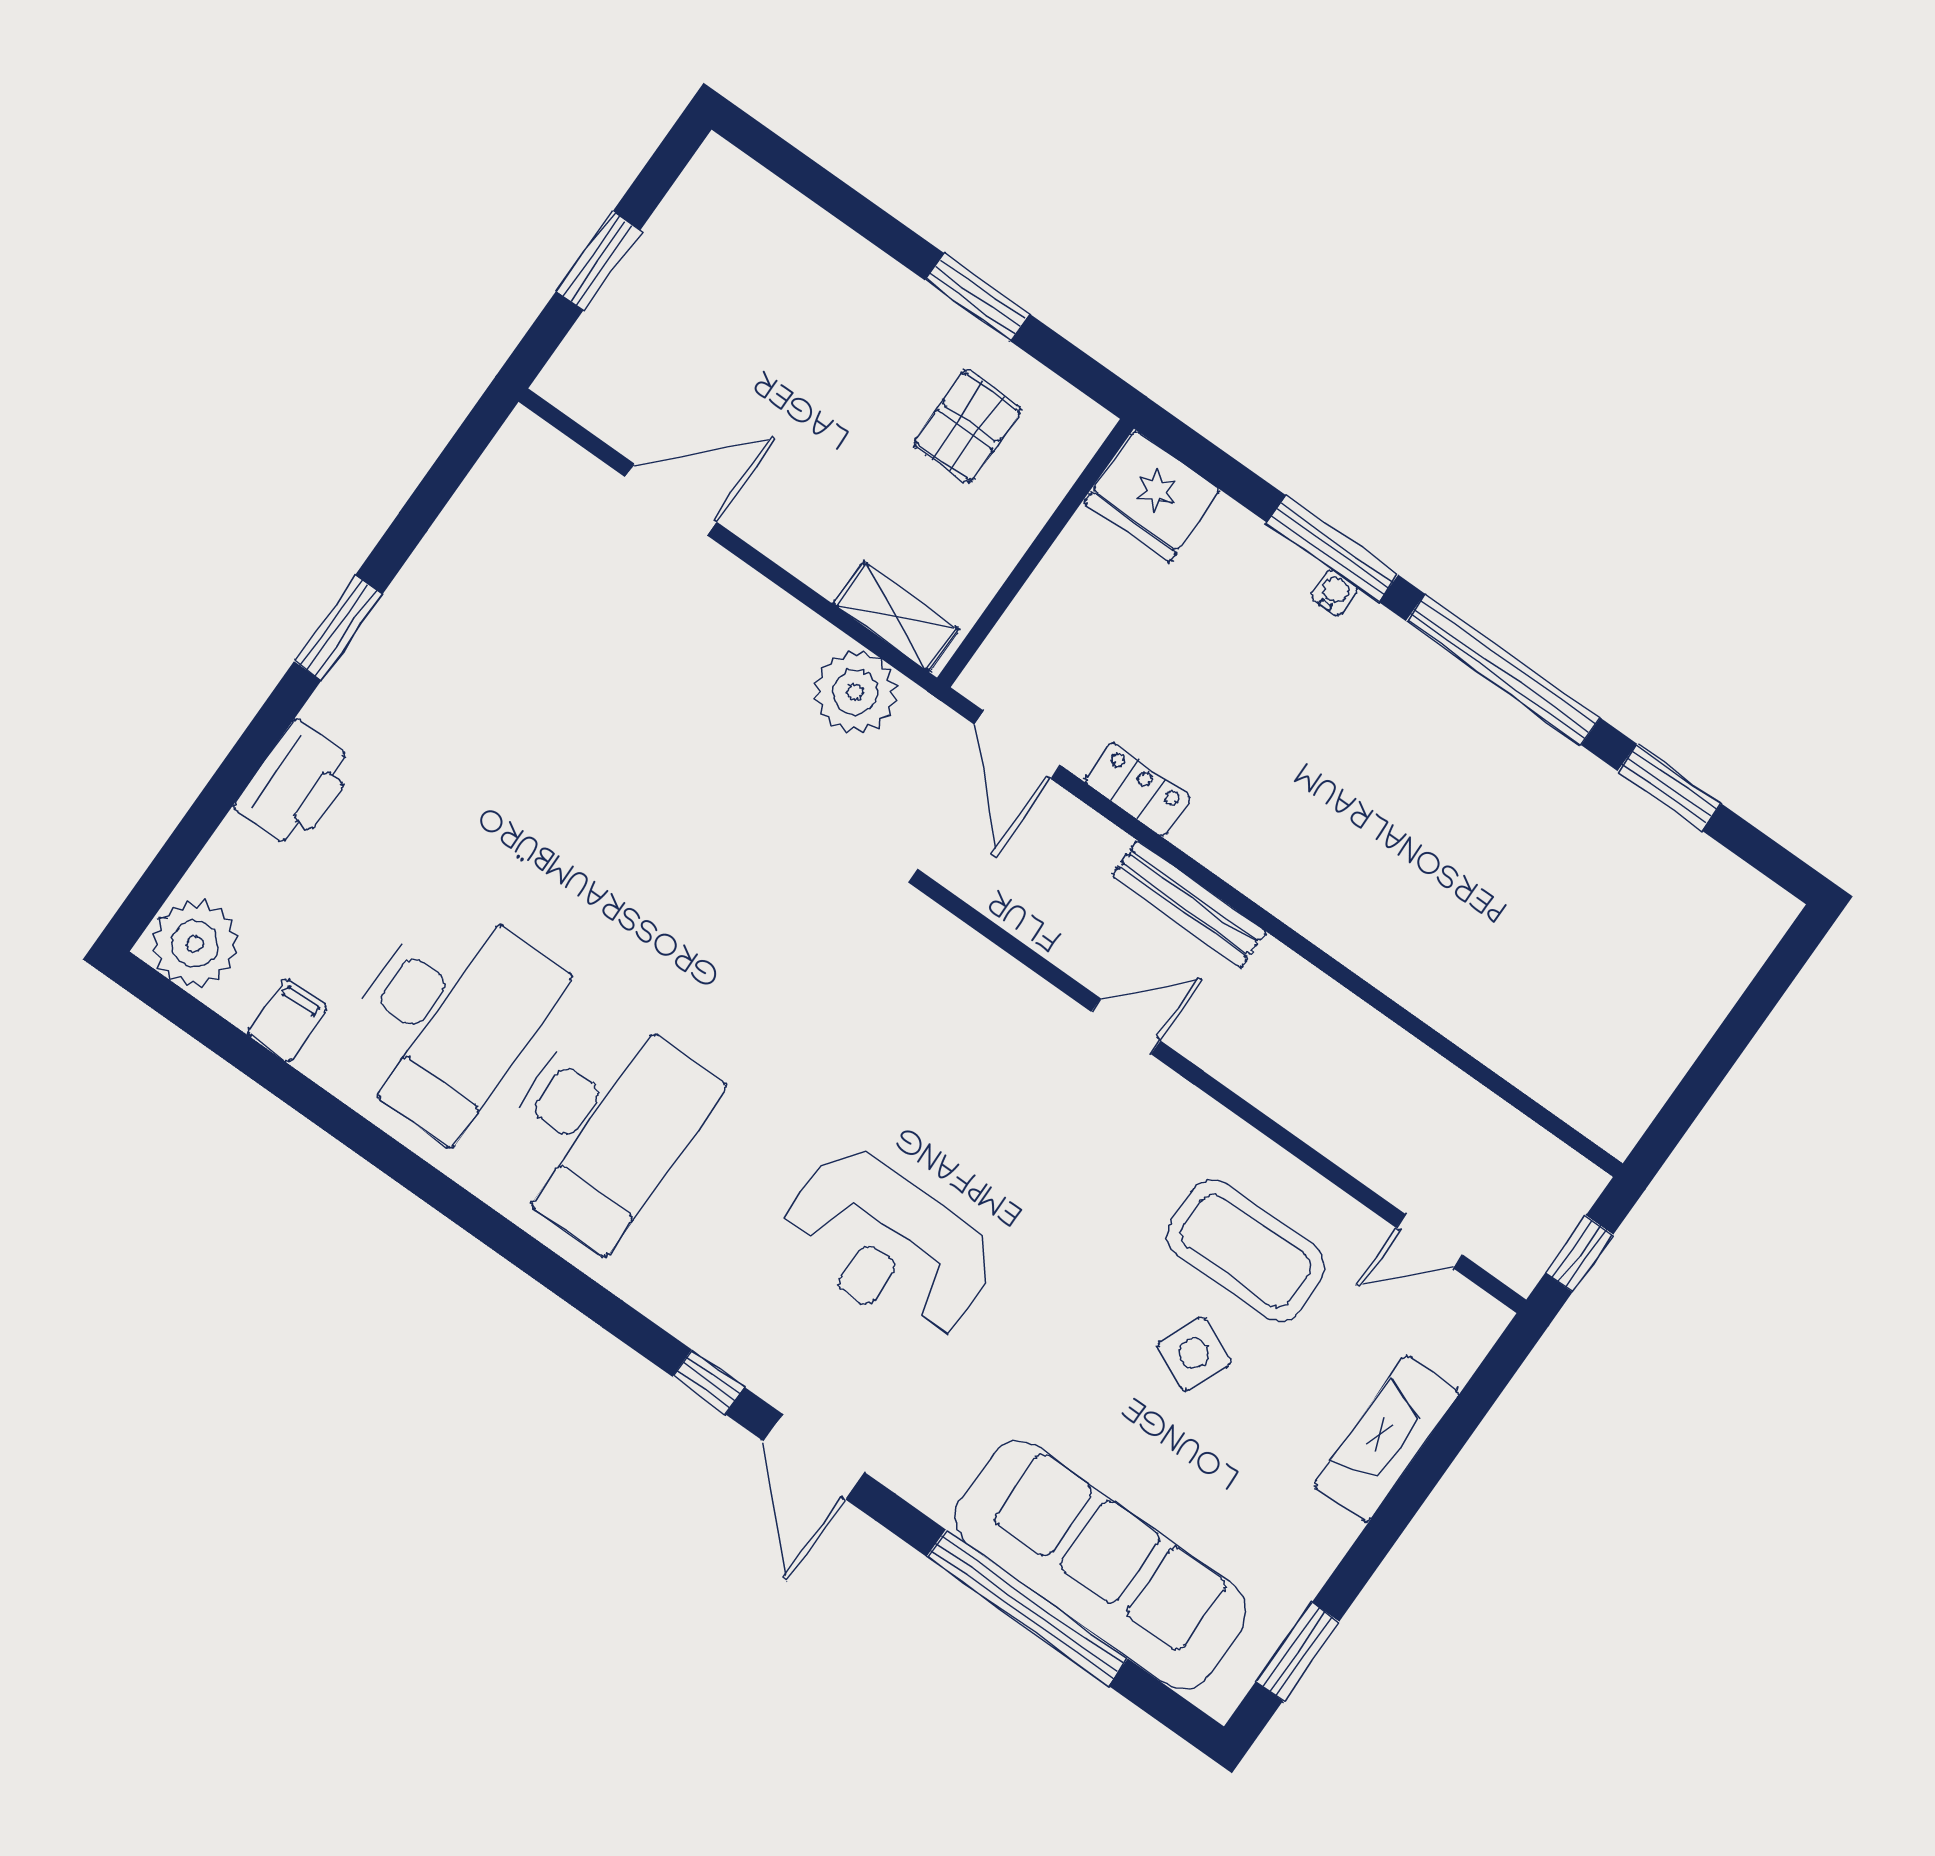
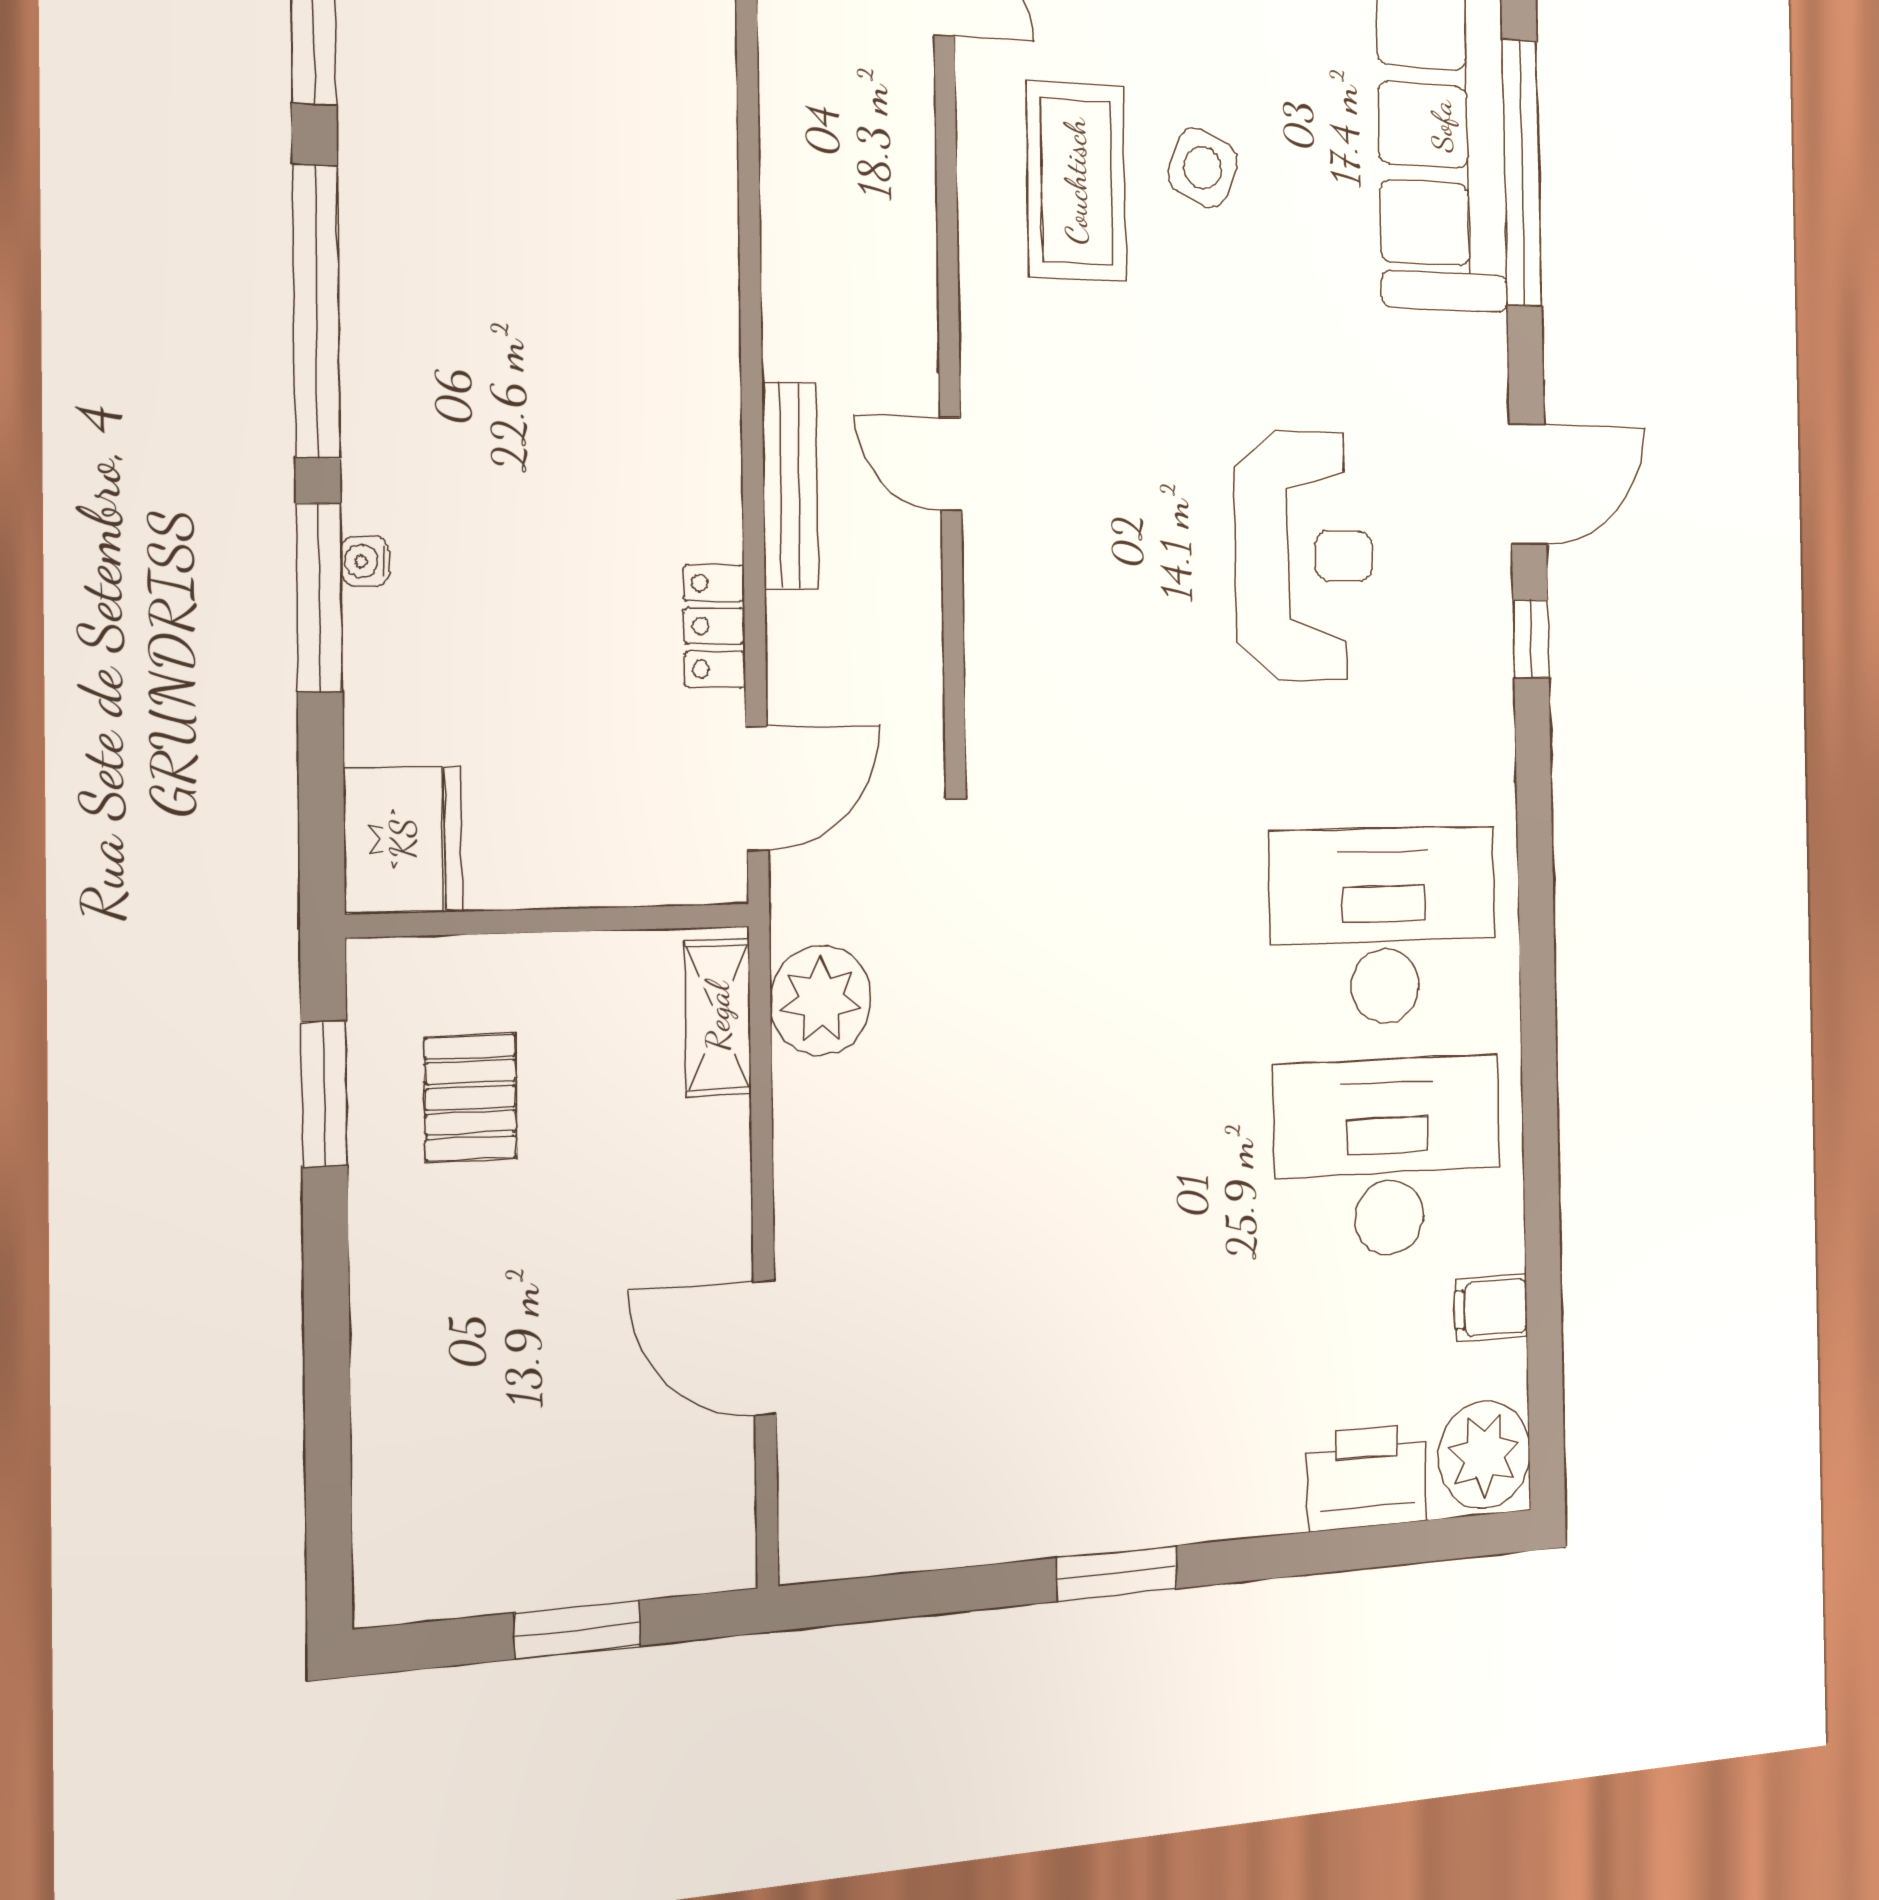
window: (977, 297) -> (324, 1094), moved
pallet: (968, 426) -> (471, 1098), turned 90
printer: (296, 785) -> (1367, 1477), moved

